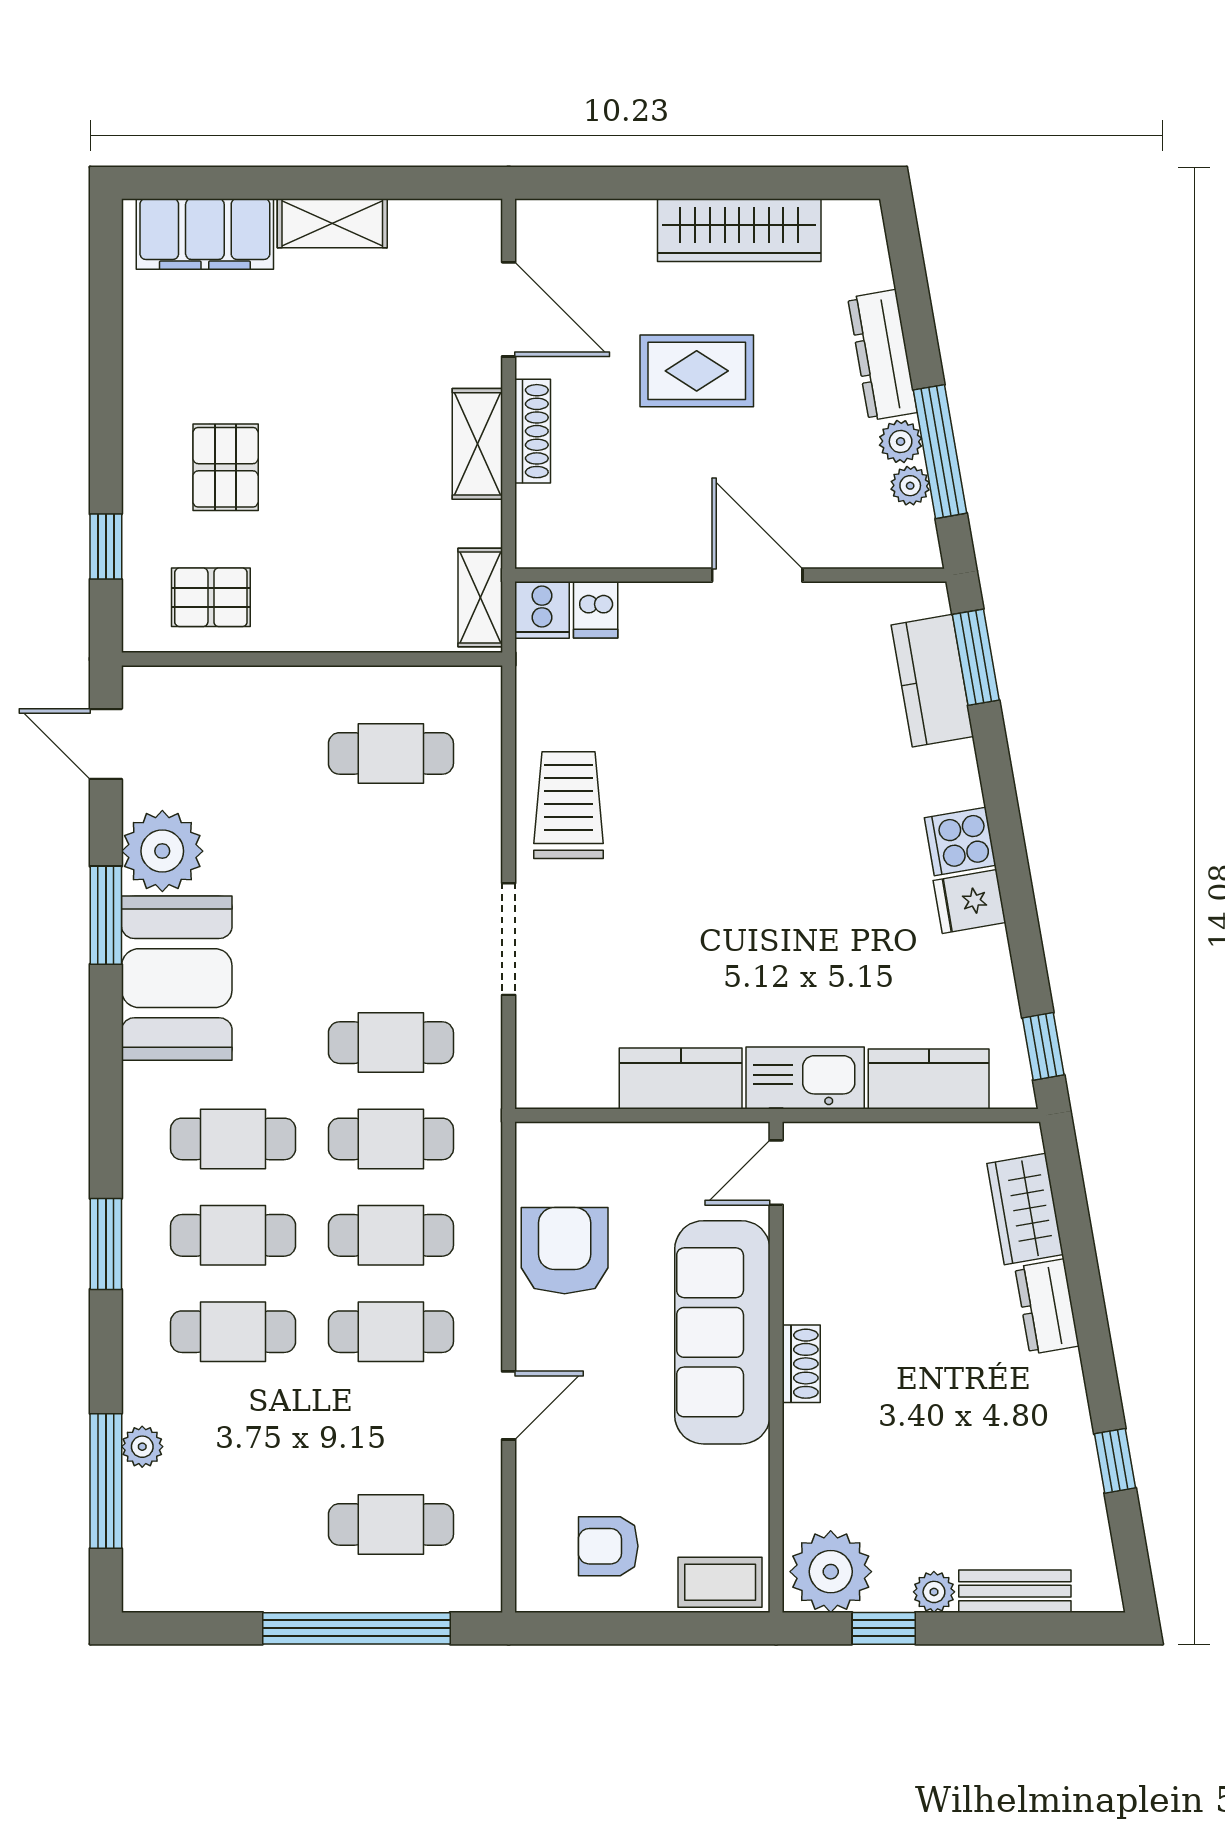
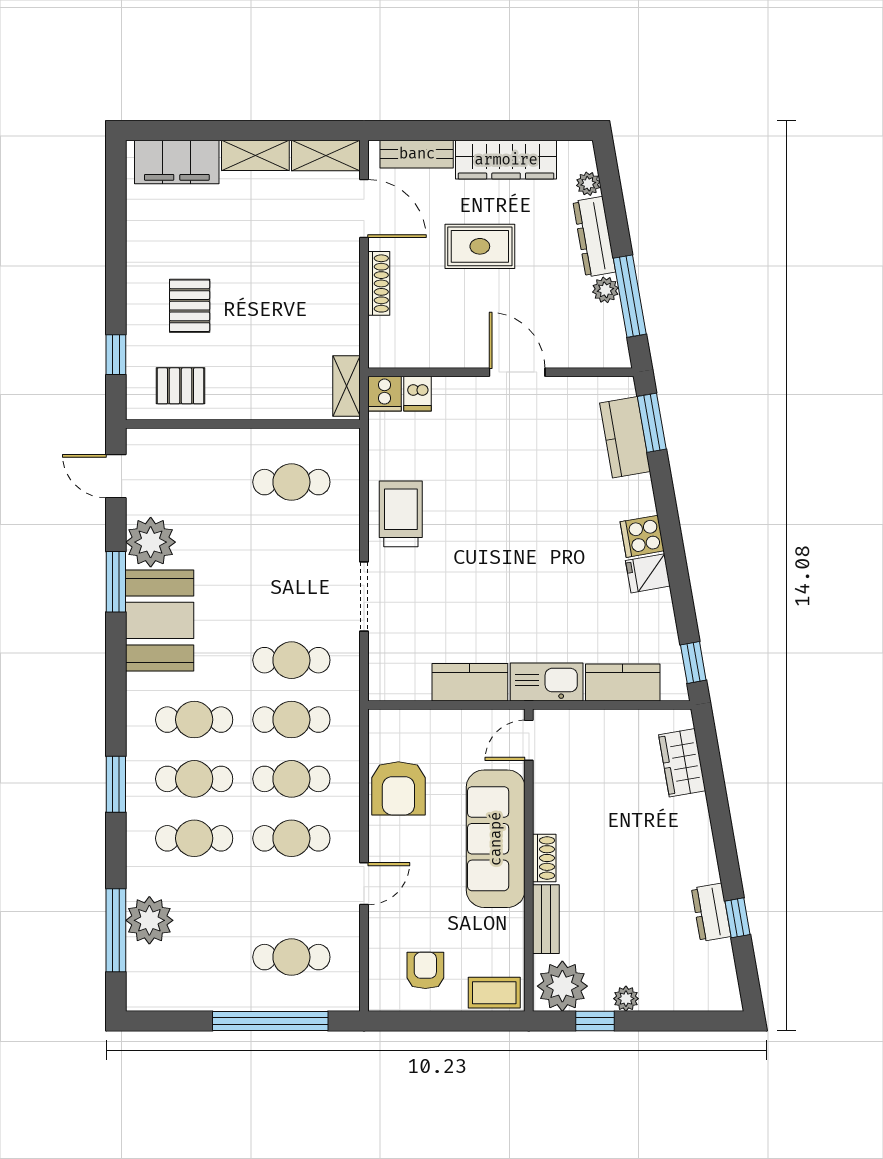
bench: (594, 221) -> (417, 154), added
shelving: (477, 444) -> (326, 156), moved, turned 90
plant: (910, 486) -> (588, 184), moved
armchair: (565, 1251) -> (398, 788), turned 180
dresser: (1047, 1307) -> (711, 912), moved
plant: (142, 1447) -> (149, 920), width x1.88, depth x1.88
armchair: (608, 1546) -> (425, 970), turned 90
bench: (1015, 1591) -> (546, 919), moved, turned 90

